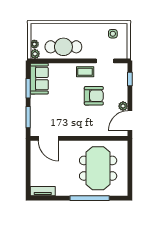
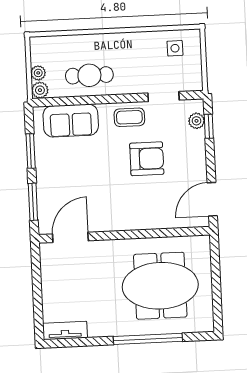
cafe table: (63, 47) -> (89, 75), width x0.73, depth x0.74
sofa: (39, 79) -> (71, 121), moved, turned 90
plant: (123, 106) -> (196, 121), moved
door: (48, 138) -> (70, 237), swing flipped
meeting table: (98, 168) -> (160, 286), turned 90

